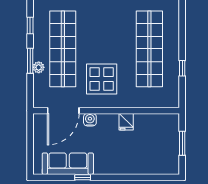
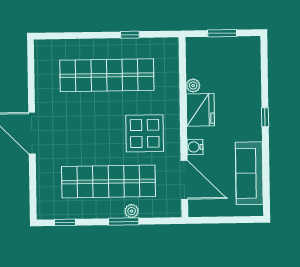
window: (30, 26) -> (65, 222), moved
plant: (140, 119) -> (193, 86), added
fridge: (126, 122) -> (200, 110), width x1.88, depth x1.34
window: (83, 177) -> (265, 117), moved

